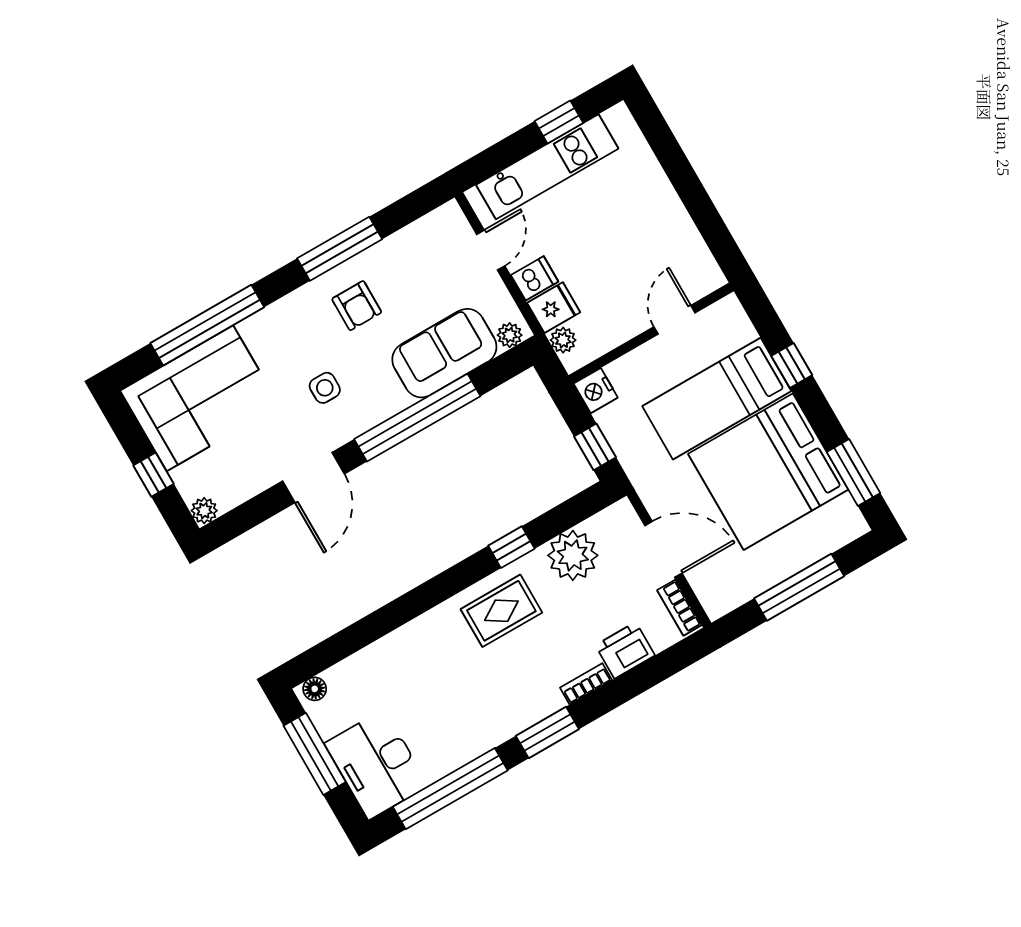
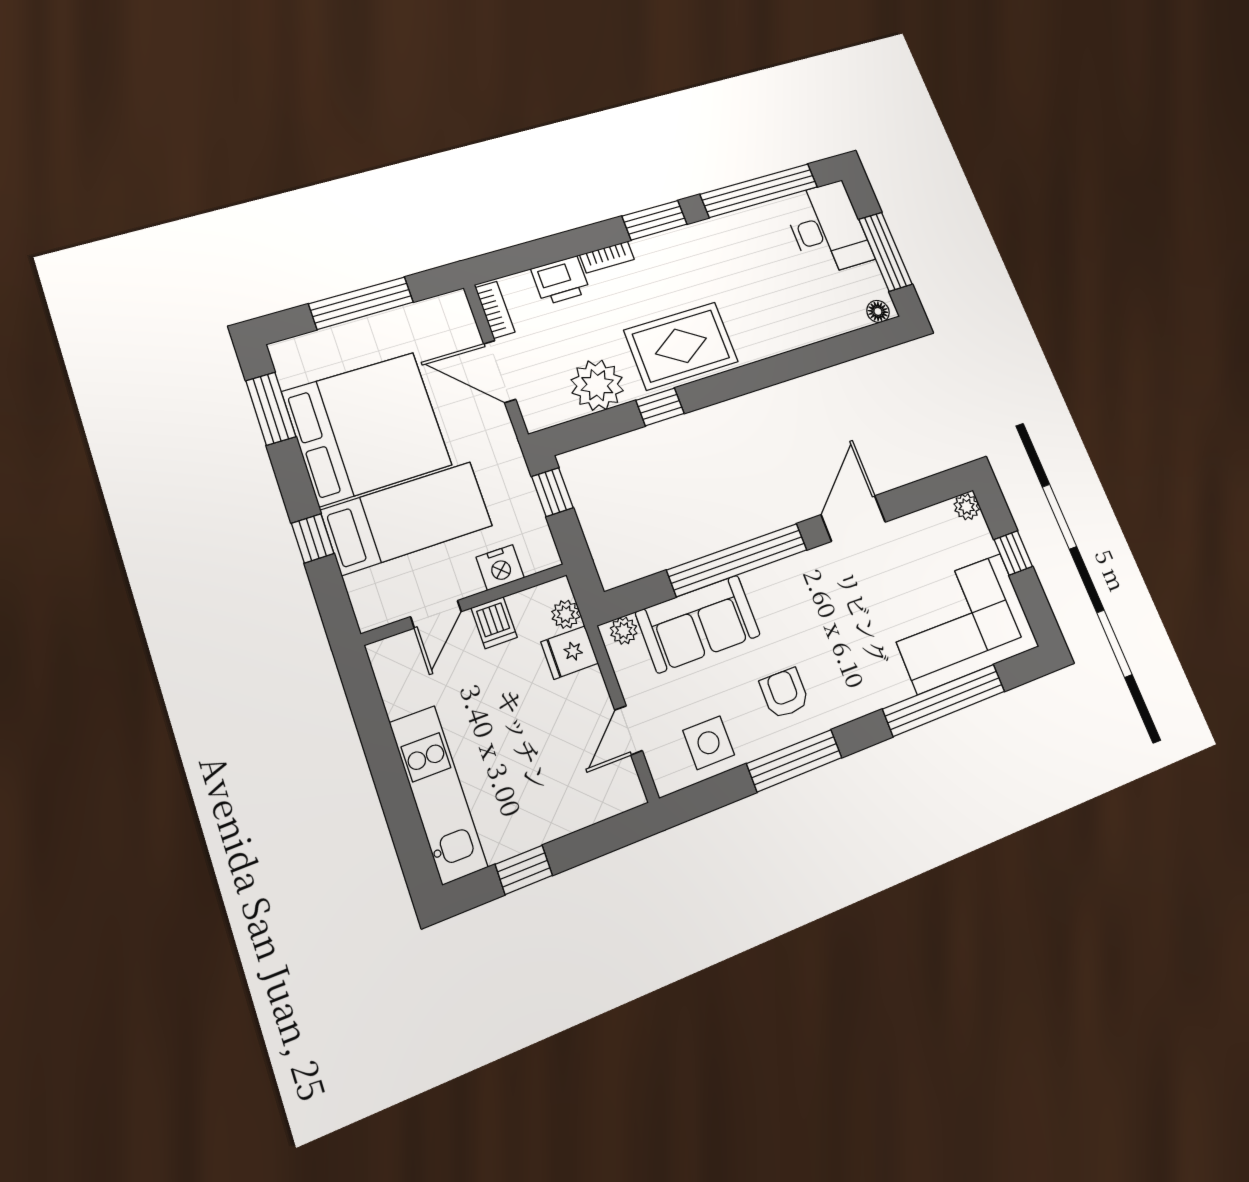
kitchen unit: (547, 167) -> (438, 794), moved, turned 90
dishwasher: (535, 278) -> (494, 623), moved, turned -90
side table: (325, 388) -> (709, 743), moved, width x1.37, depth x1.37
nightstand: (596, 391) -> (500, 567), moved, turned 90
rug: (501, 611) -> (681, 346), width x1.36, depth x1.43

